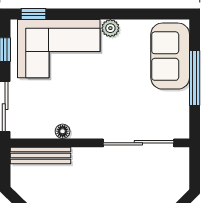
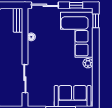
sliding door: (138, 143) -> (25, 79), width x0.73
bench: (41, 155) -> (18, 20), width x0.73

